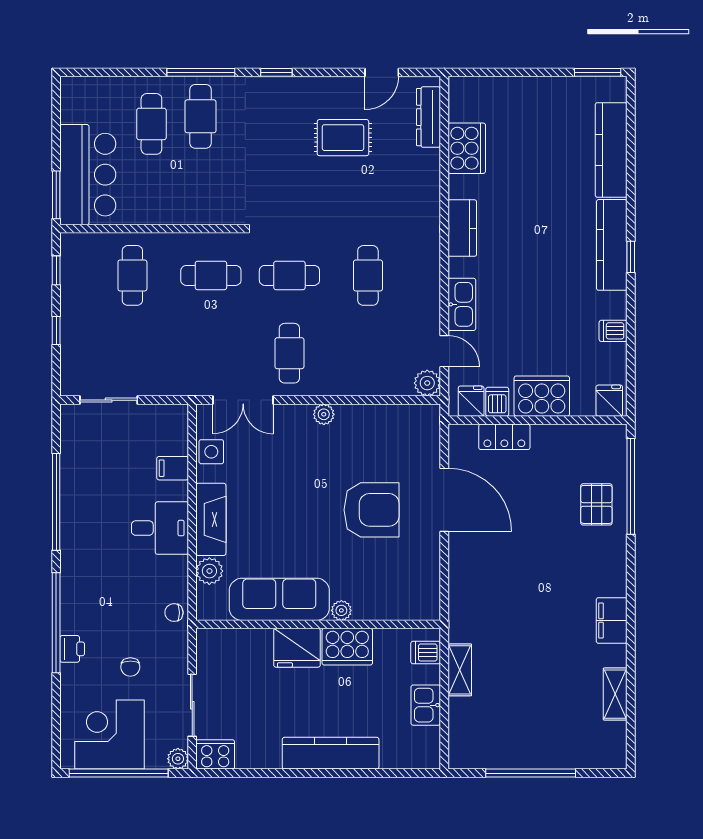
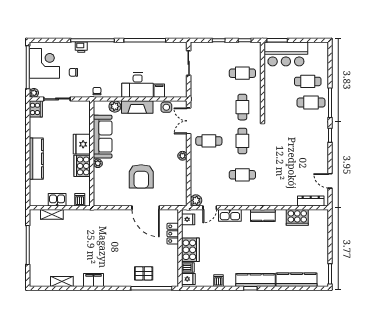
rug: (343, 138) -> (302, 164), removed
dishwasher: (497, 402) -> (188, 267), moved
door: (444, 500) -> (146, 208), hinge flipped
desk: (160, 528) -> (138, 85), width x1.37
shelving: (460, 670) -> (52, 214), moved

